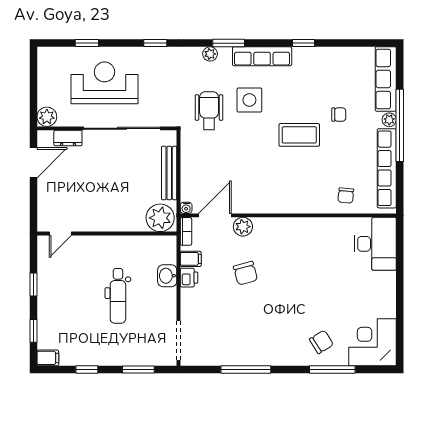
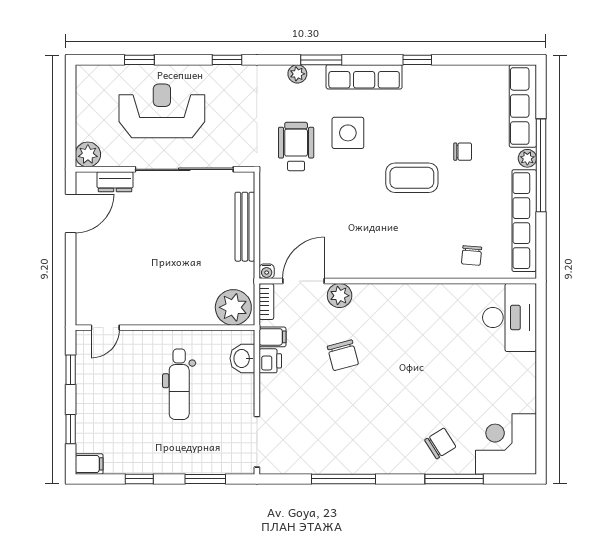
plant: (160, 218) -> (233, 307), moved
door: (60, 234) -> (105, 328), moved
wall: (107, 234) -> (165, 328), moved

